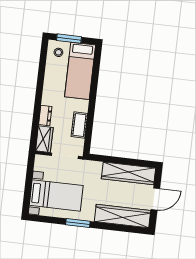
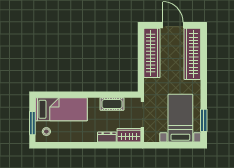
window: (78, 223) -> (204, 120), moved

